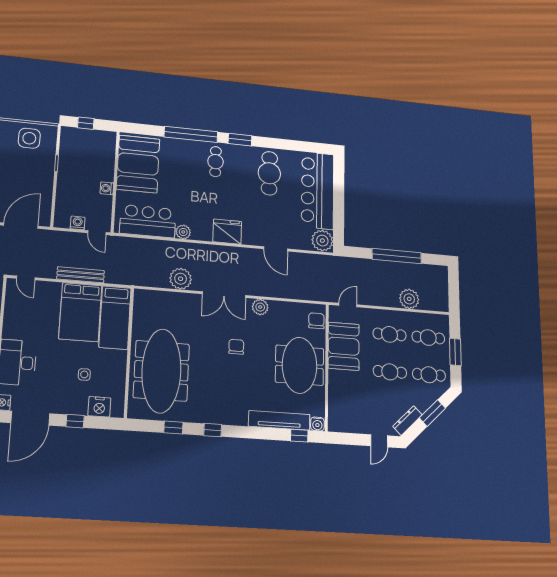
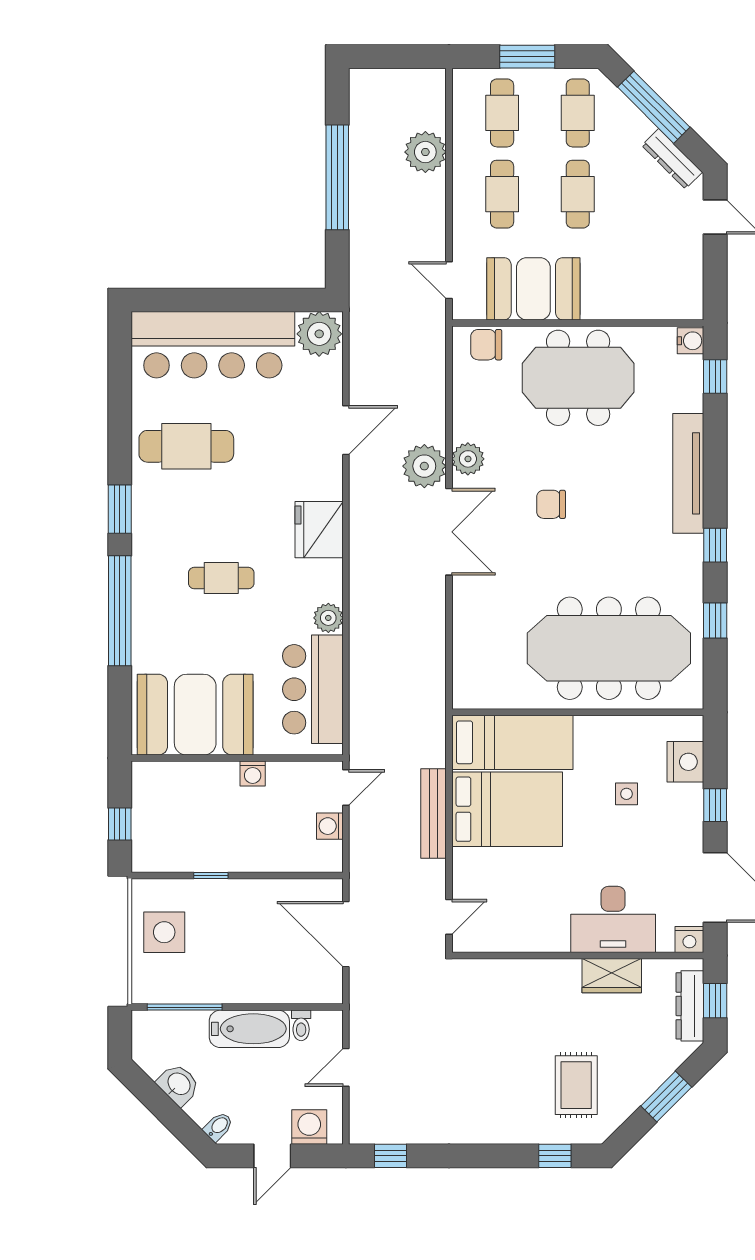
cafe table: (216, 162) -> (221, 578), moved
plant: (181, 279) -> (424, 466), moved
window: (432, 413) -> (654, 107), width x1.44
tv unit: (279, 420) -> (688, 473), moved

